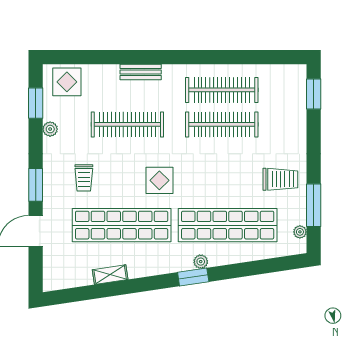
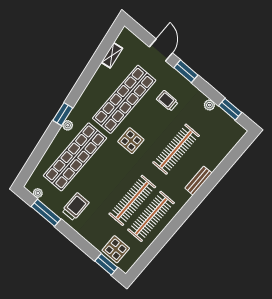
display table: (67, 82) -> (116, 249), moved
trolley: (280, 179) -> (75, 207), turned 180
shelving: (110, 275) -> (112, 55), moved

